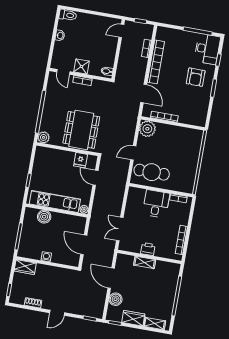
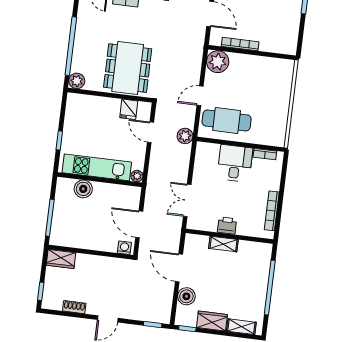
plant: (121, 182) -> (185, 136), added
washing machine: (46, 257) -> (124, 248), moved

